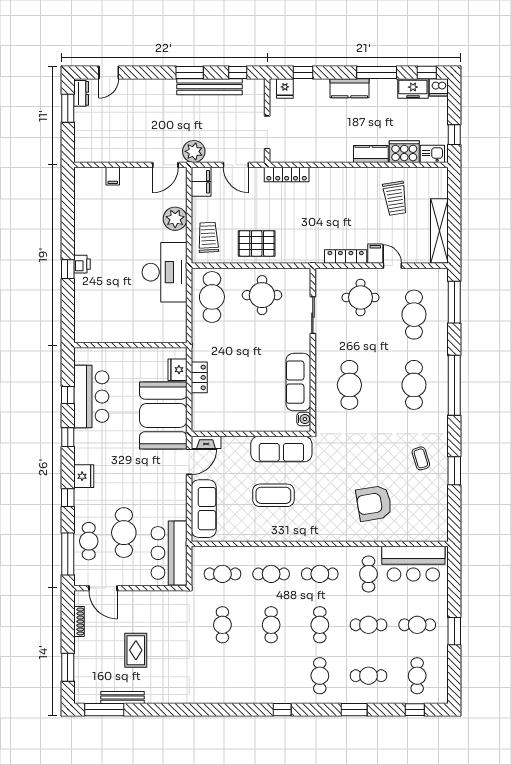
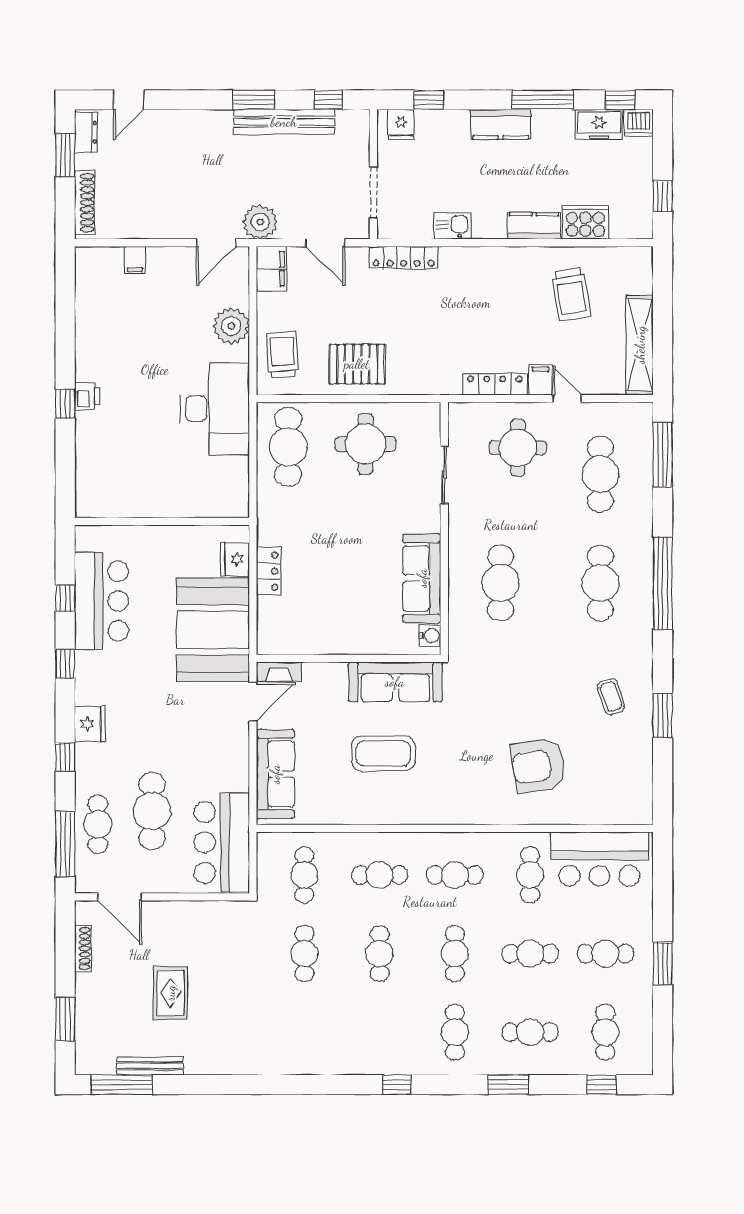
shoe rack: (80, 139) -> (85, 203), added
kitchen sink: (432, 154) -> (452, 226), moved
cafe table: (222, 574) -> (304, 875), turned 90

